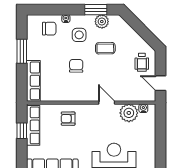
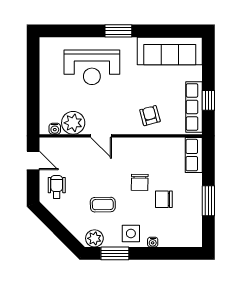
plant: (102, 22) -> (94, 238), moved
chair: (49, 29) -> (164, 199), moved
side table: (79, 35) -> (131, 233), moved
row of seats: (33, 81) -> (194, 155), width x0.68
armchair: (68, 119) -> (150, 116), turned -105

